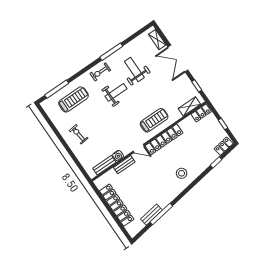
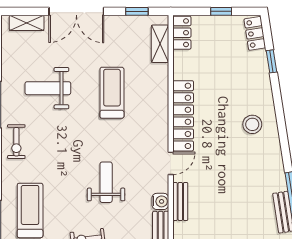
weight bench: (116, 92) -> (106, 182), moved
treadmill: (154, 120) -> (112, 93), moved

